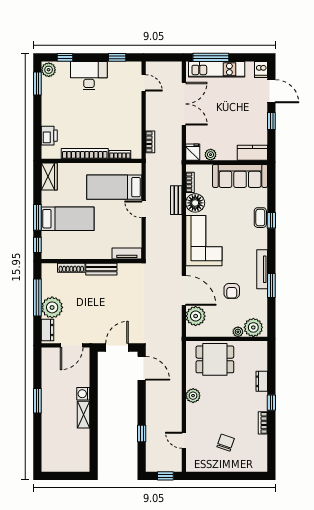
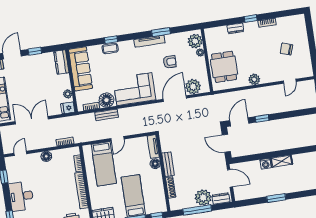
floor lamp: (135, 115) -> (46, 156), added
floor lamp: (105, 253) -> (155, 164), added
window: (142, 434) -> (262, 118), moved

